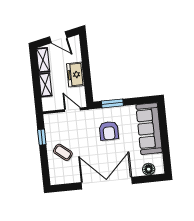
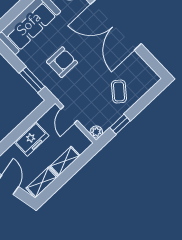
plant: (48, 119) -> (96, 132), added

